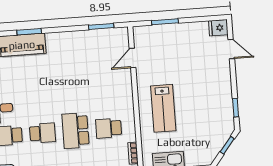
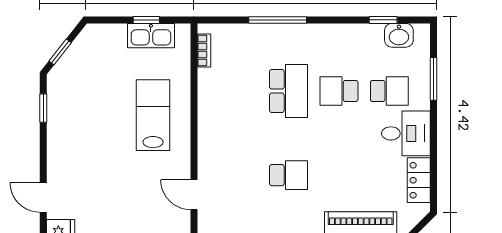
door: (133, 58) -> (194, 195), swing flipped
school desk: (109, 128) -> (289, 175), moved

